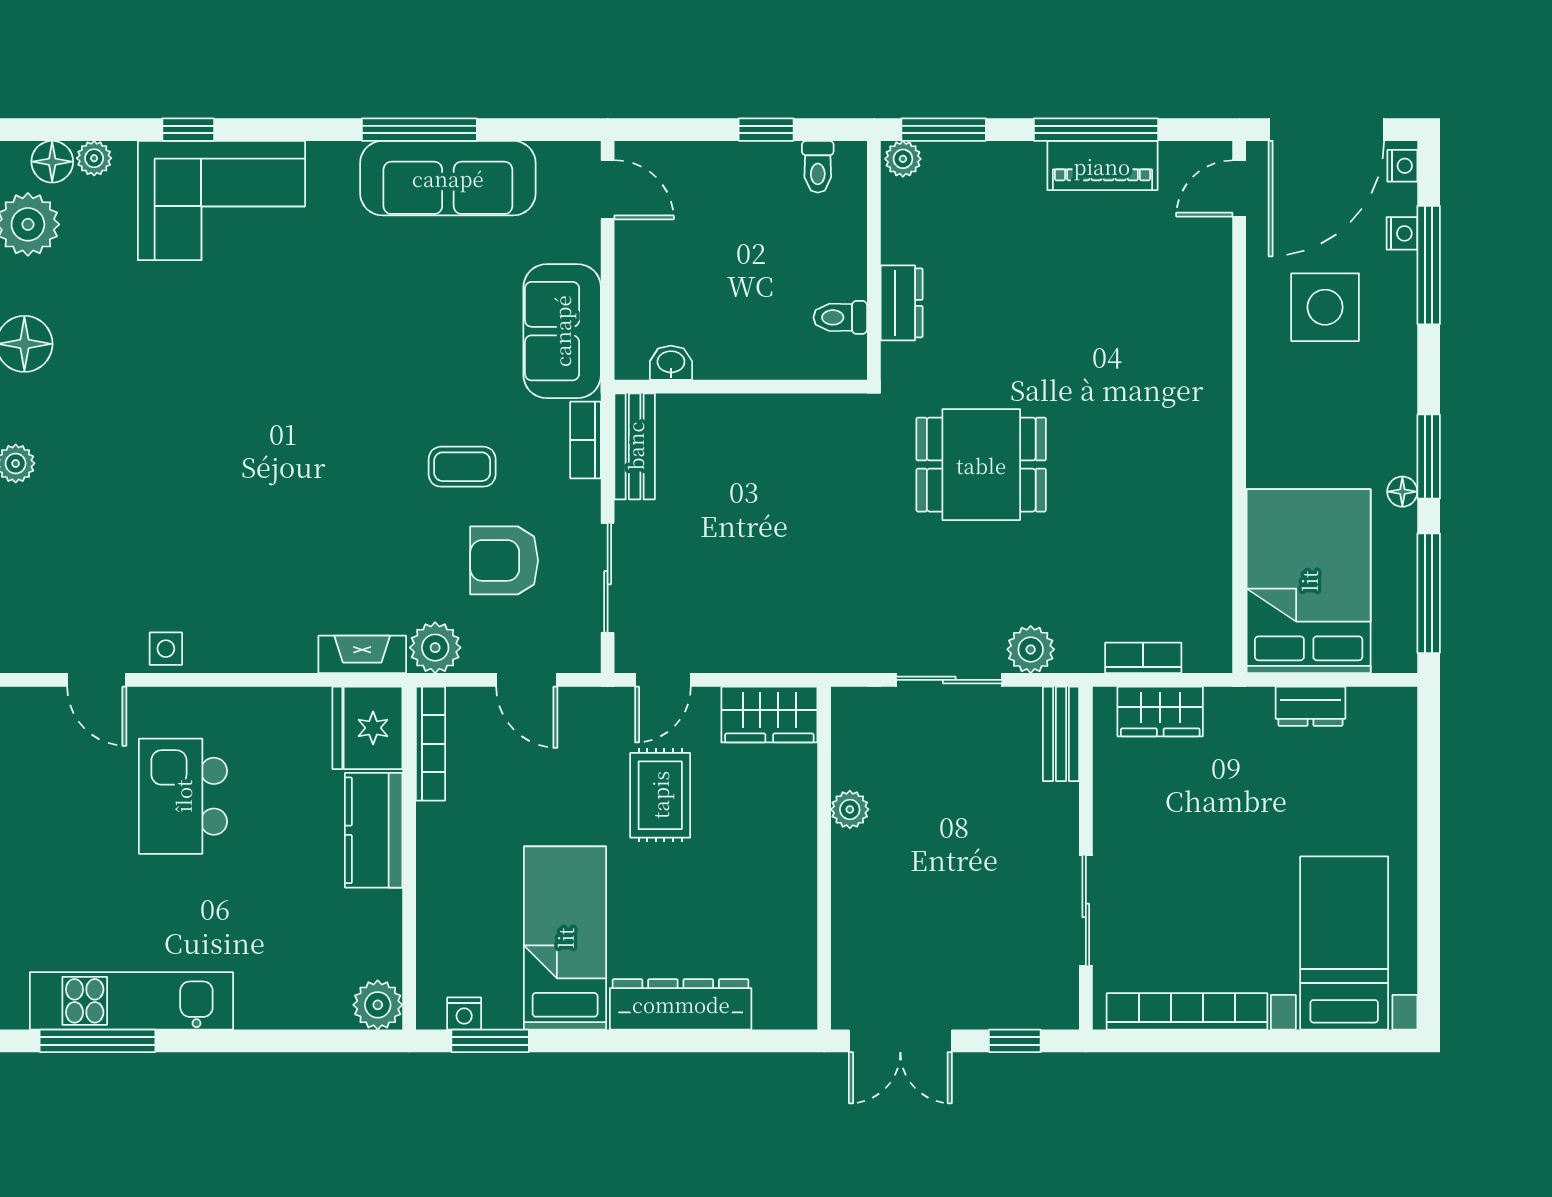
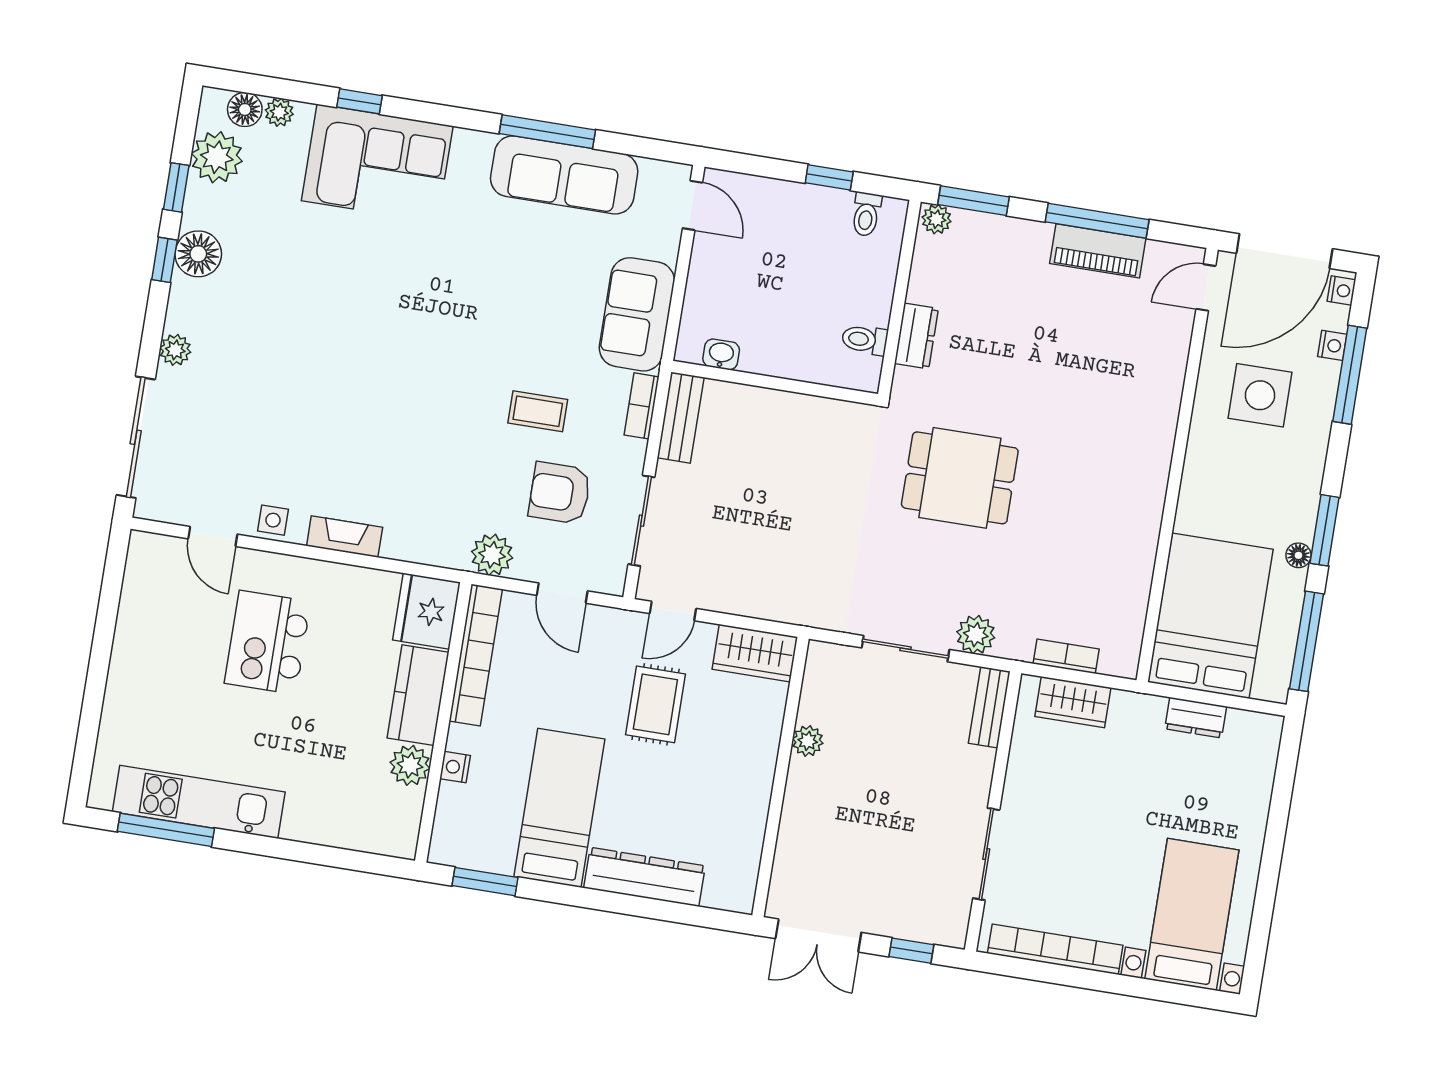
fireplace: (362, 654) -> (345, 537), moved
bookcase: (430, 744) -> (476, 655), width x1.48, depth x1.31
plant: (378, 1005) -> (410, 765), moved
nightstand: (464, 1013) -> (455, 767), moved, turned 90

